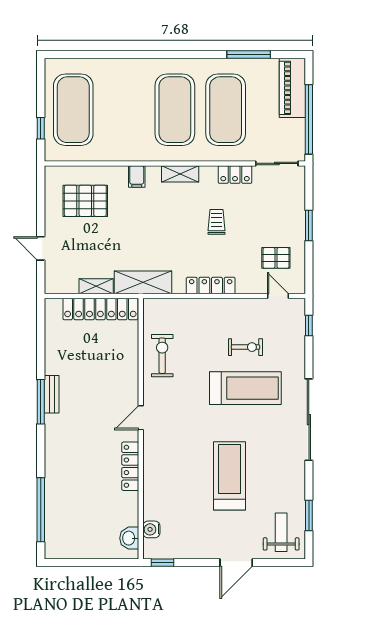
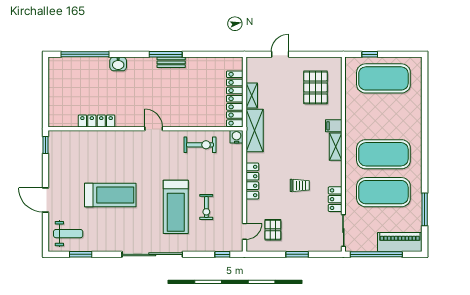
shelving: (180, 174) -> (336, 147), moved
locker: (130, 466) -> (97, 121), moved
water cooler: (151, 529) -> (237, 137), moved
washbasin: (129, 538) -> (118, 64), moved, turned 180

